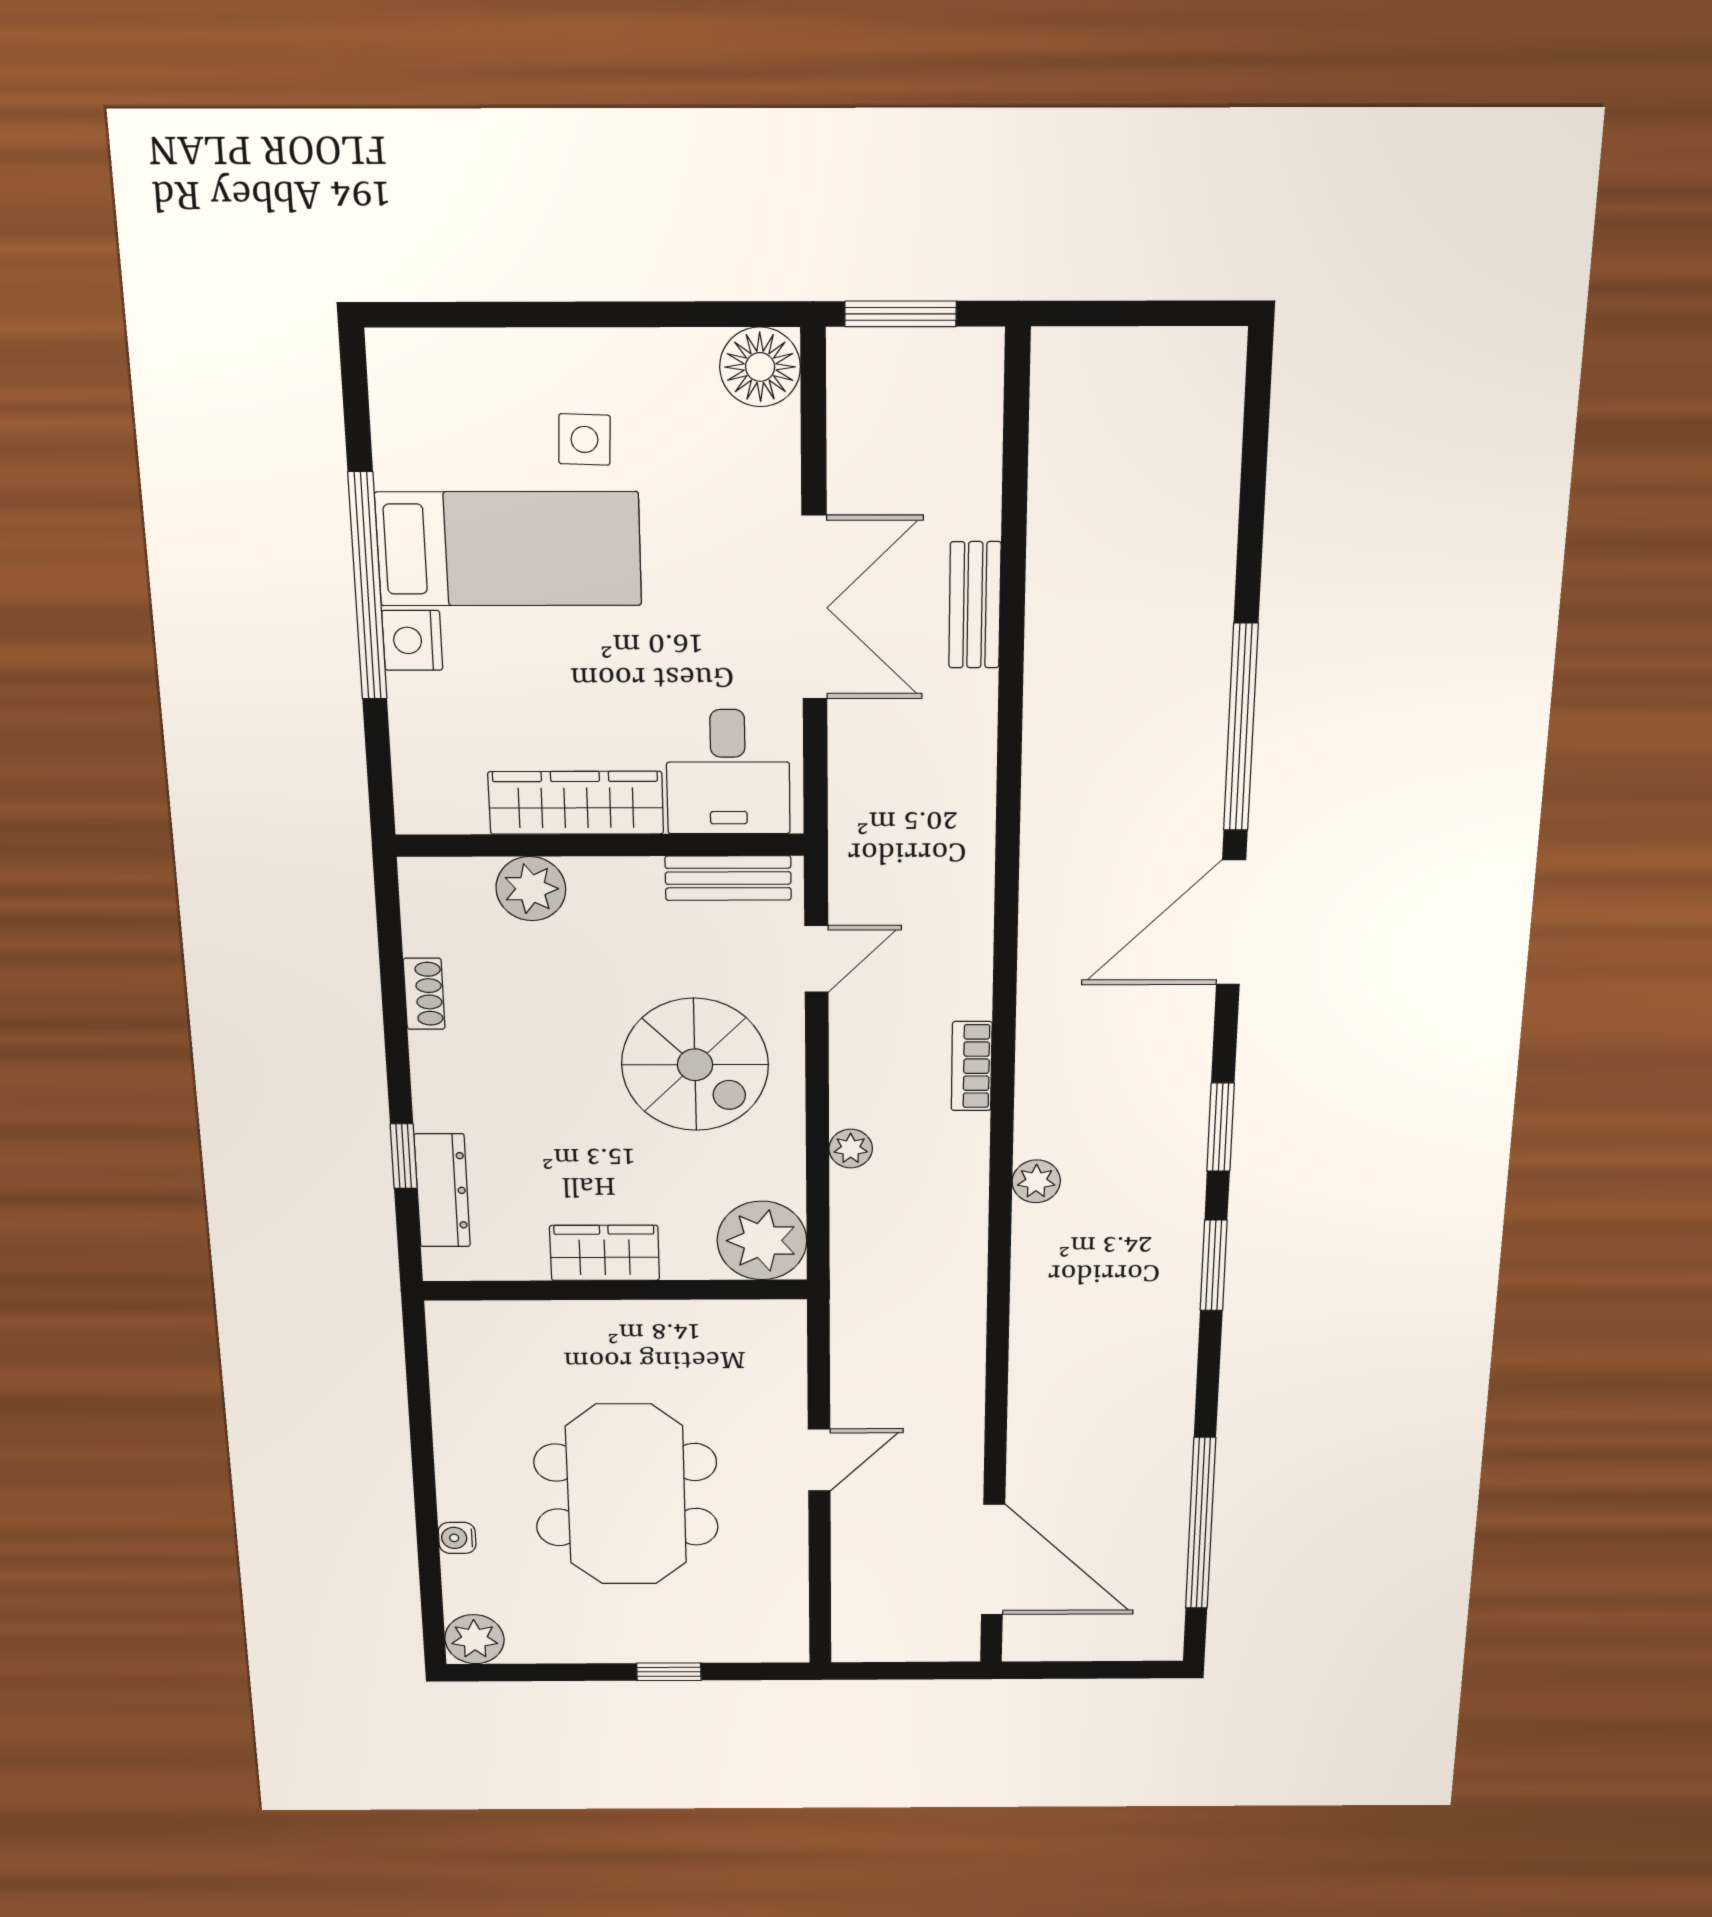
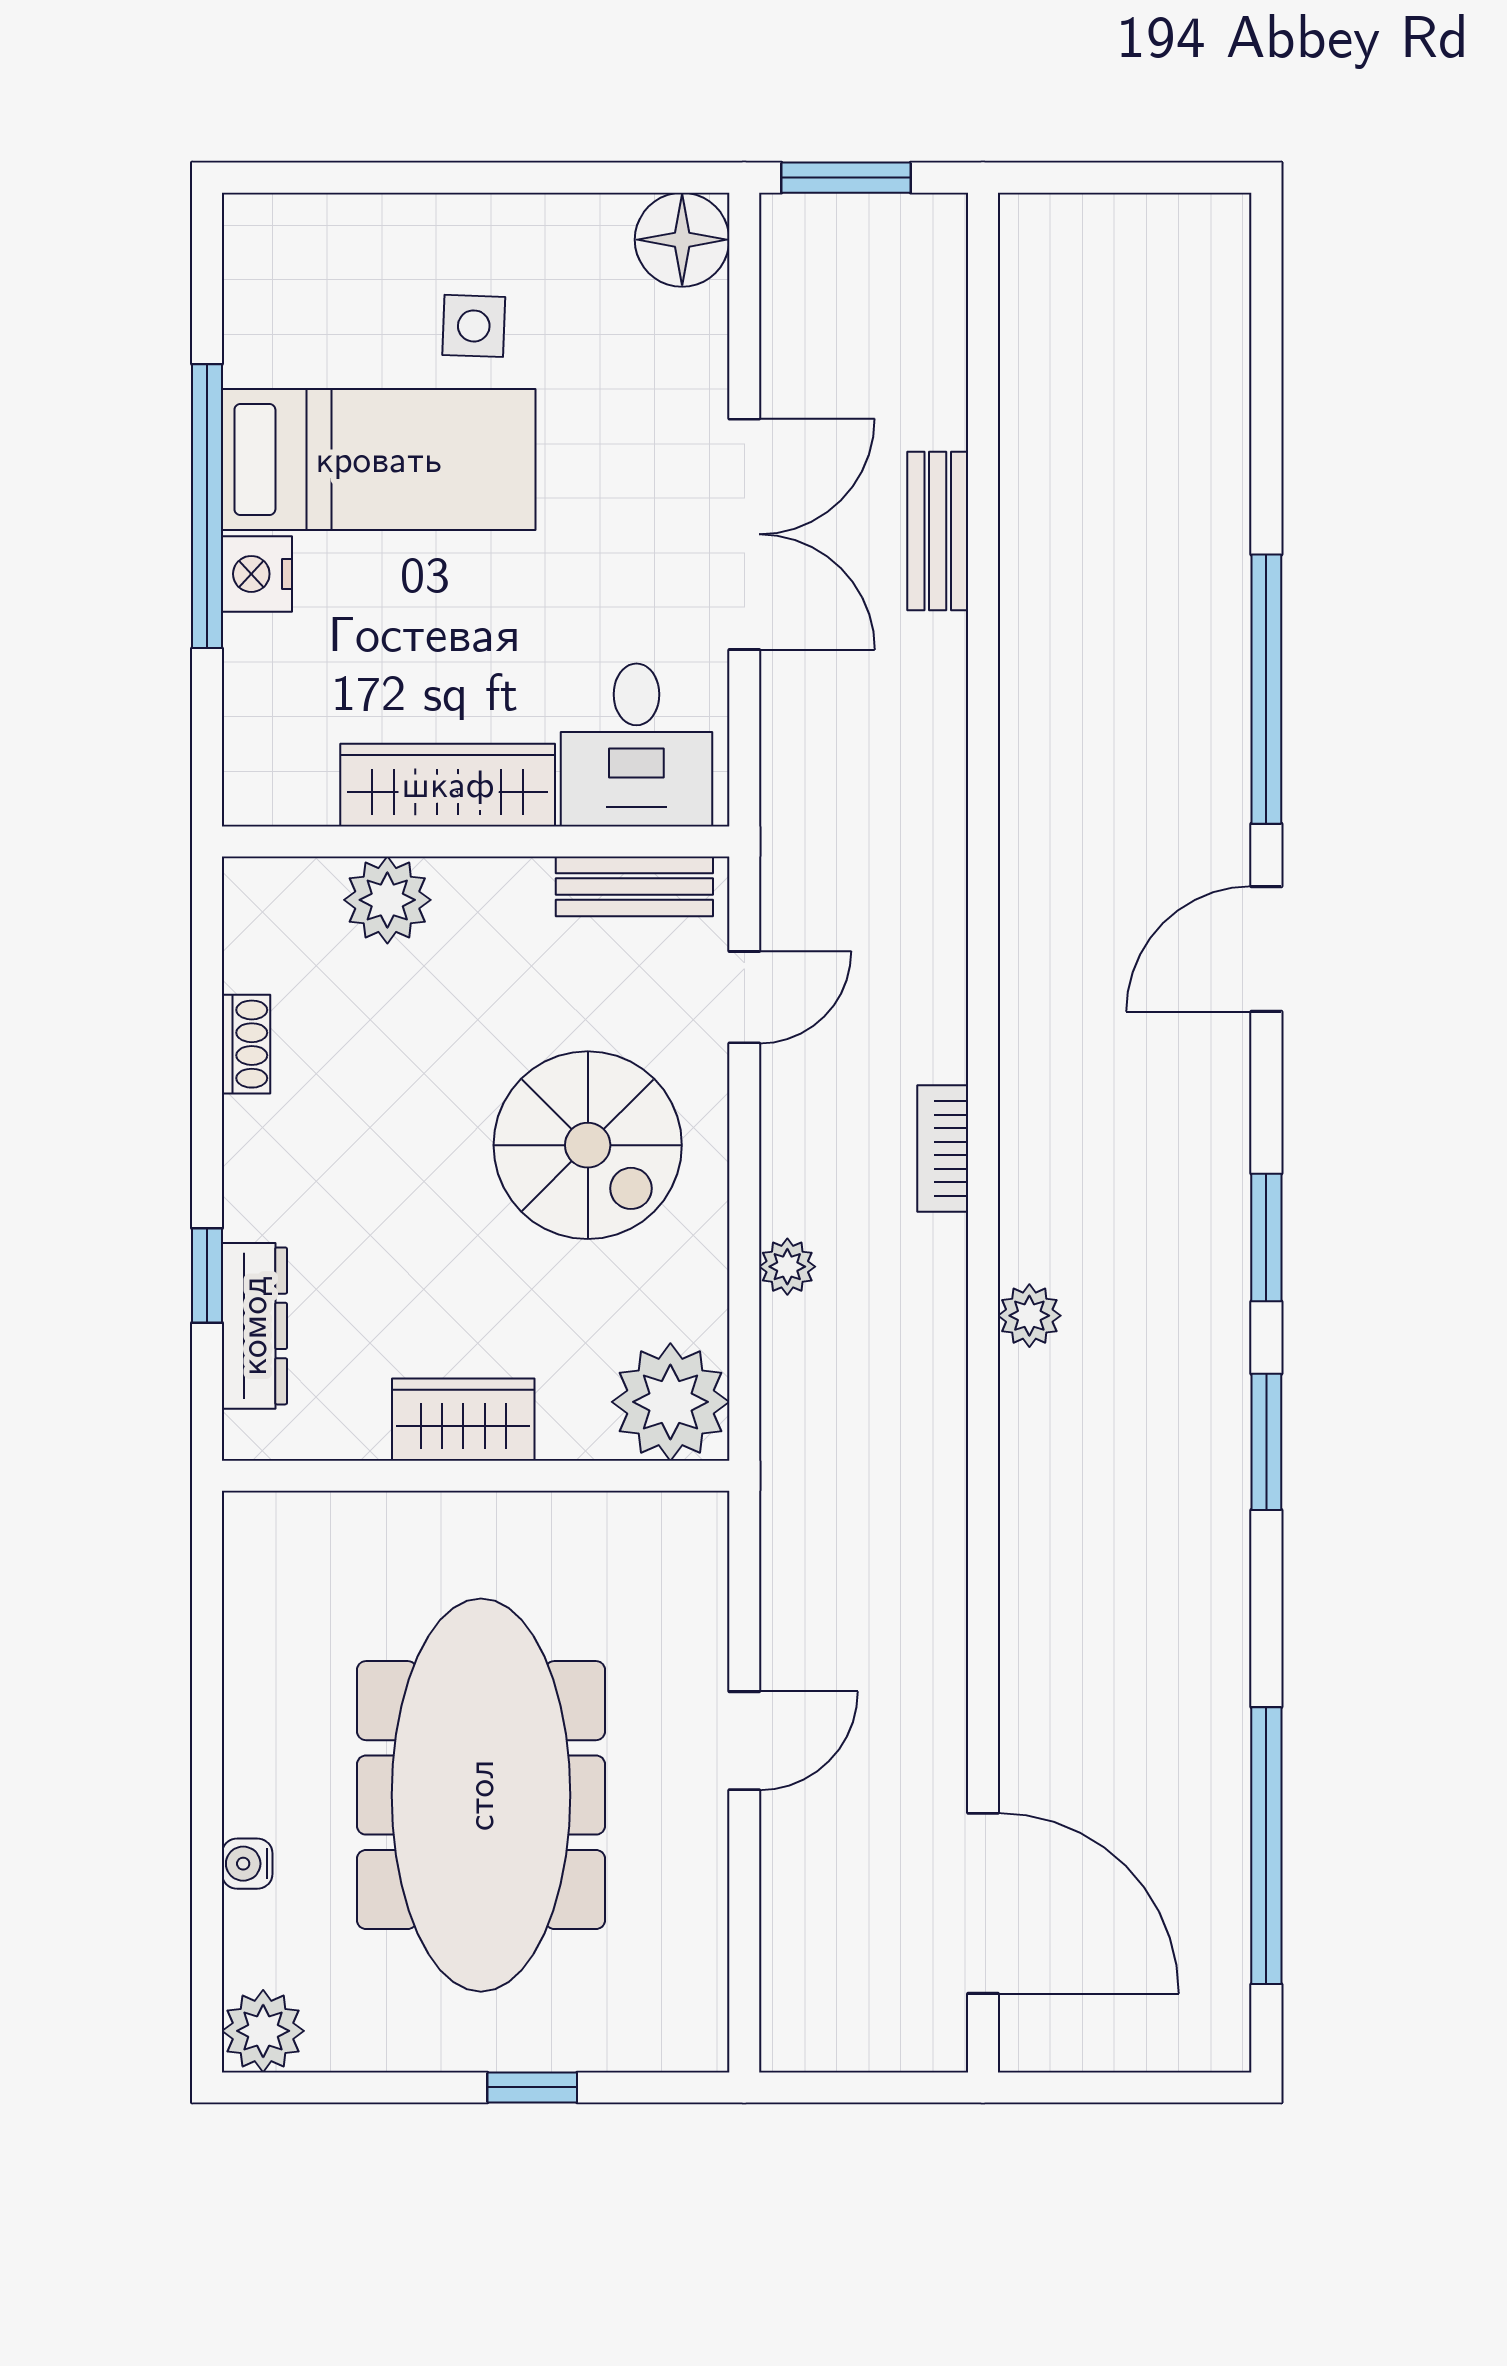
door: (1231, 922) -> (1266, 949), width x0.73
meeting table: (626, 1495) -> (481, 1795), width x1.36

